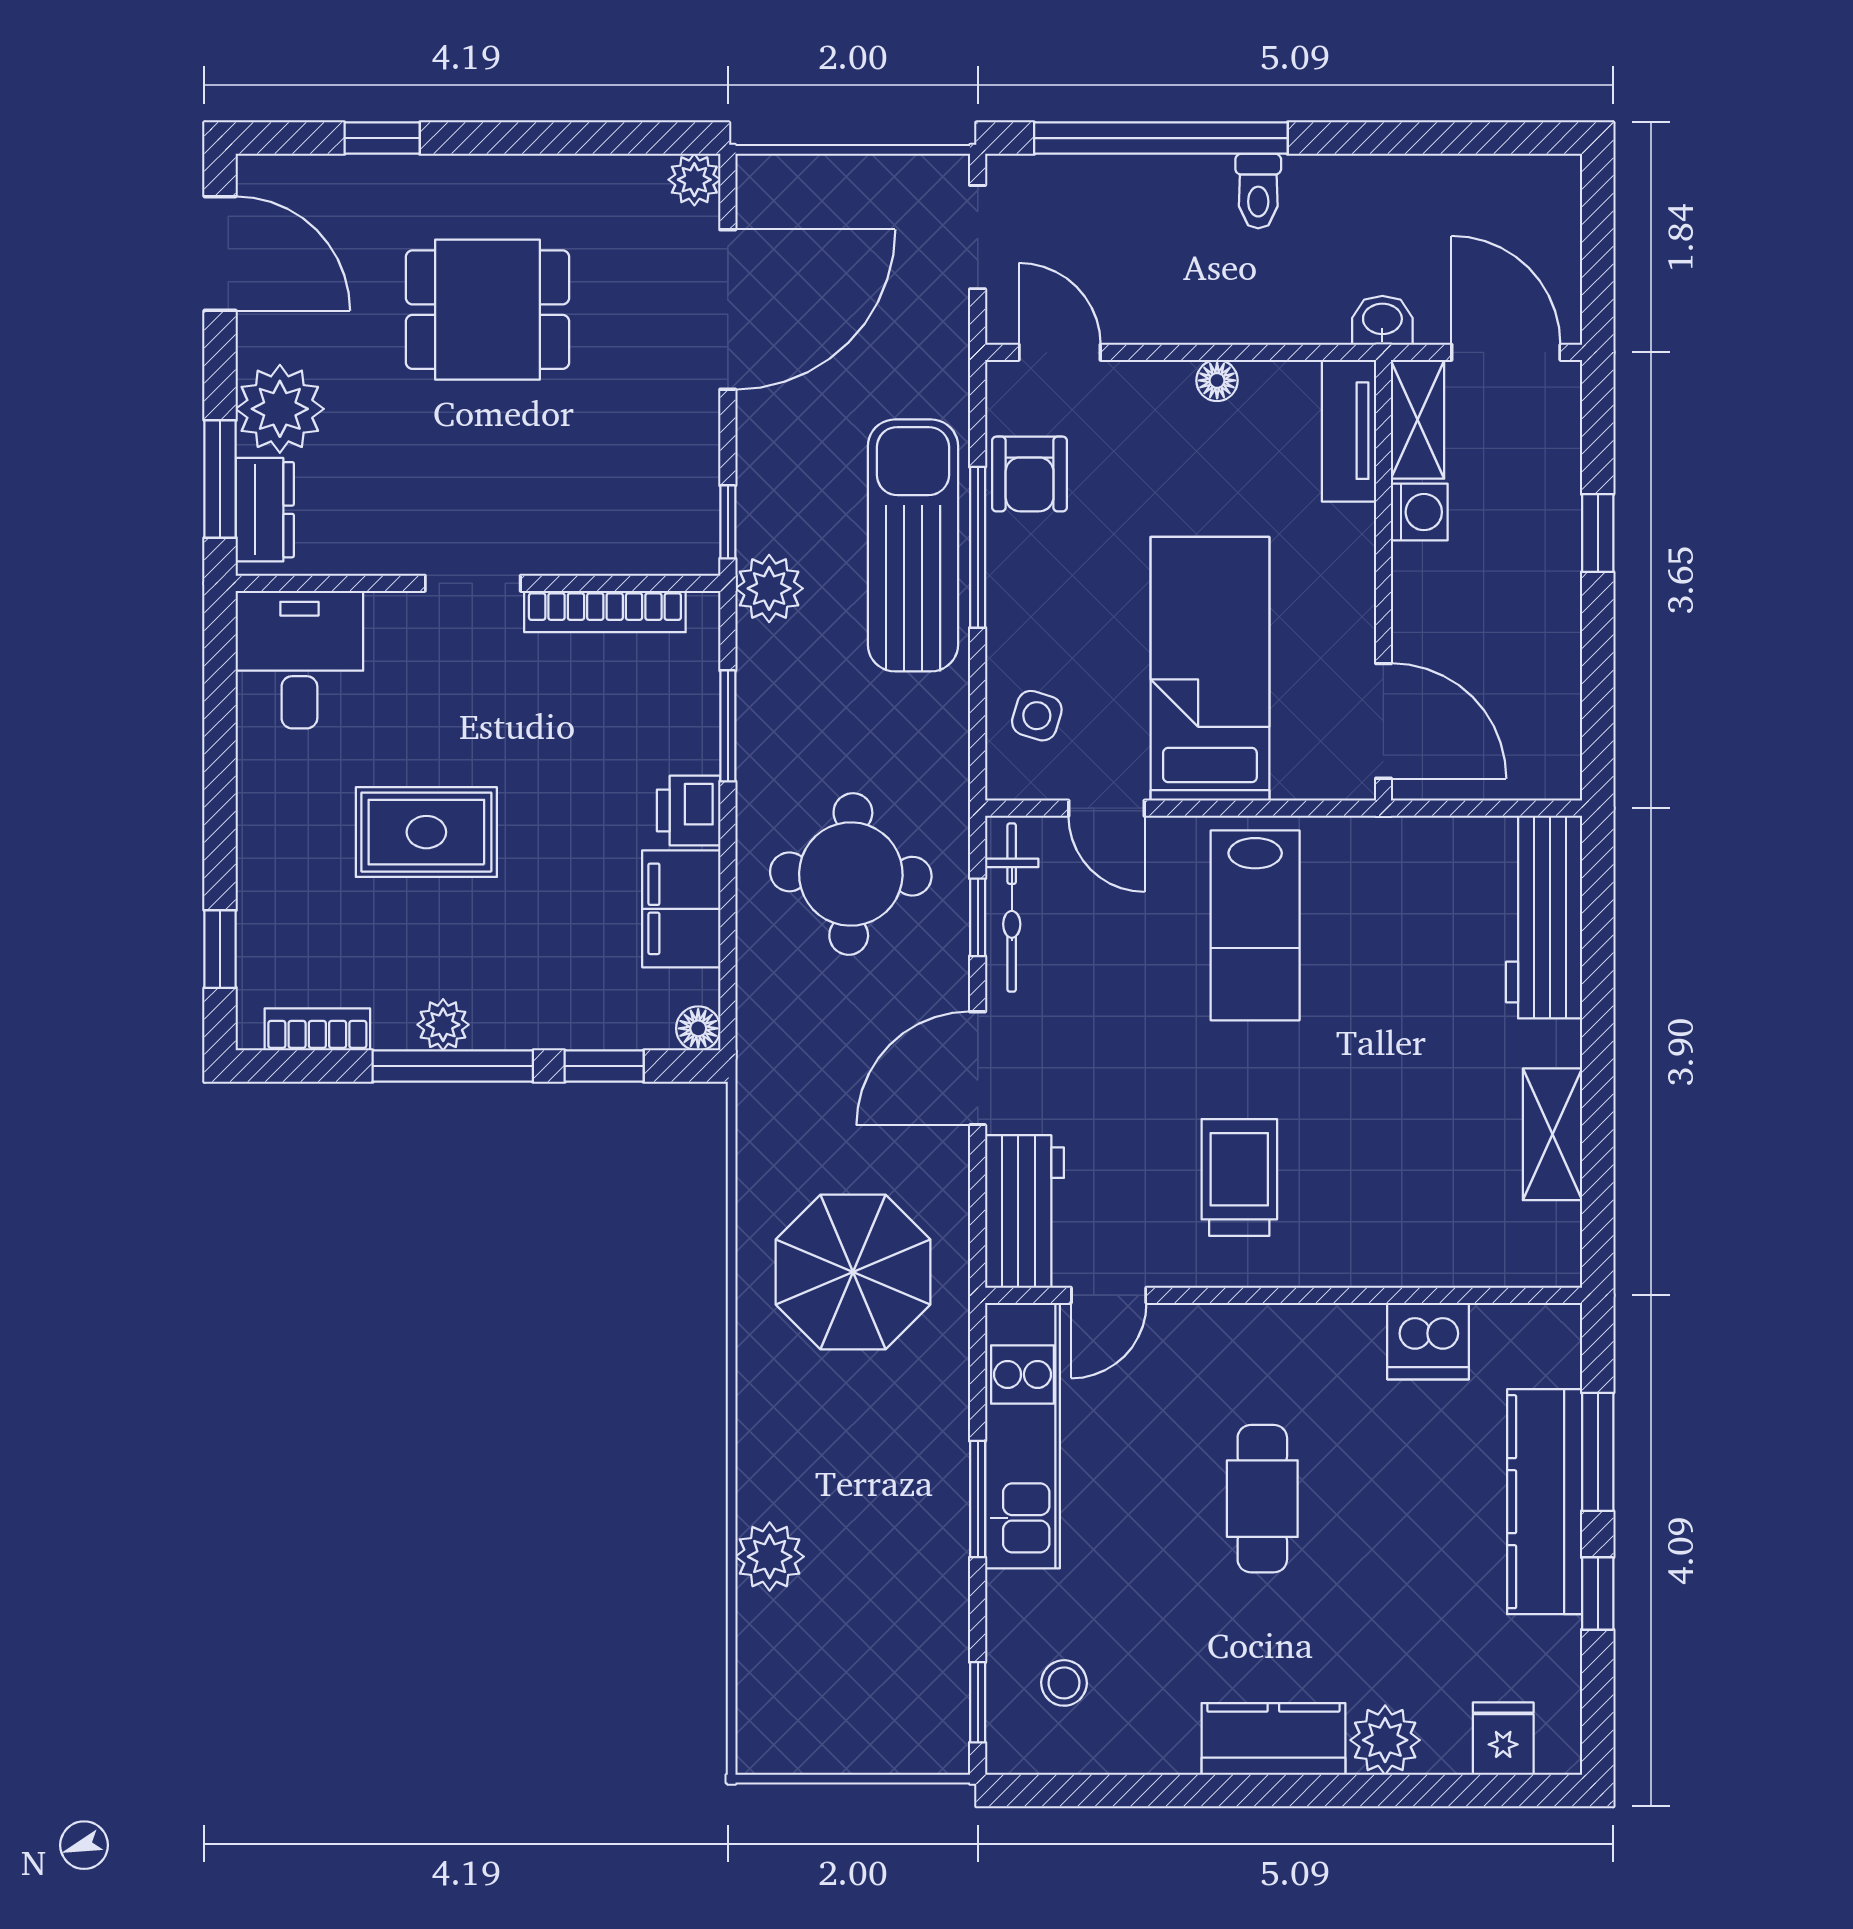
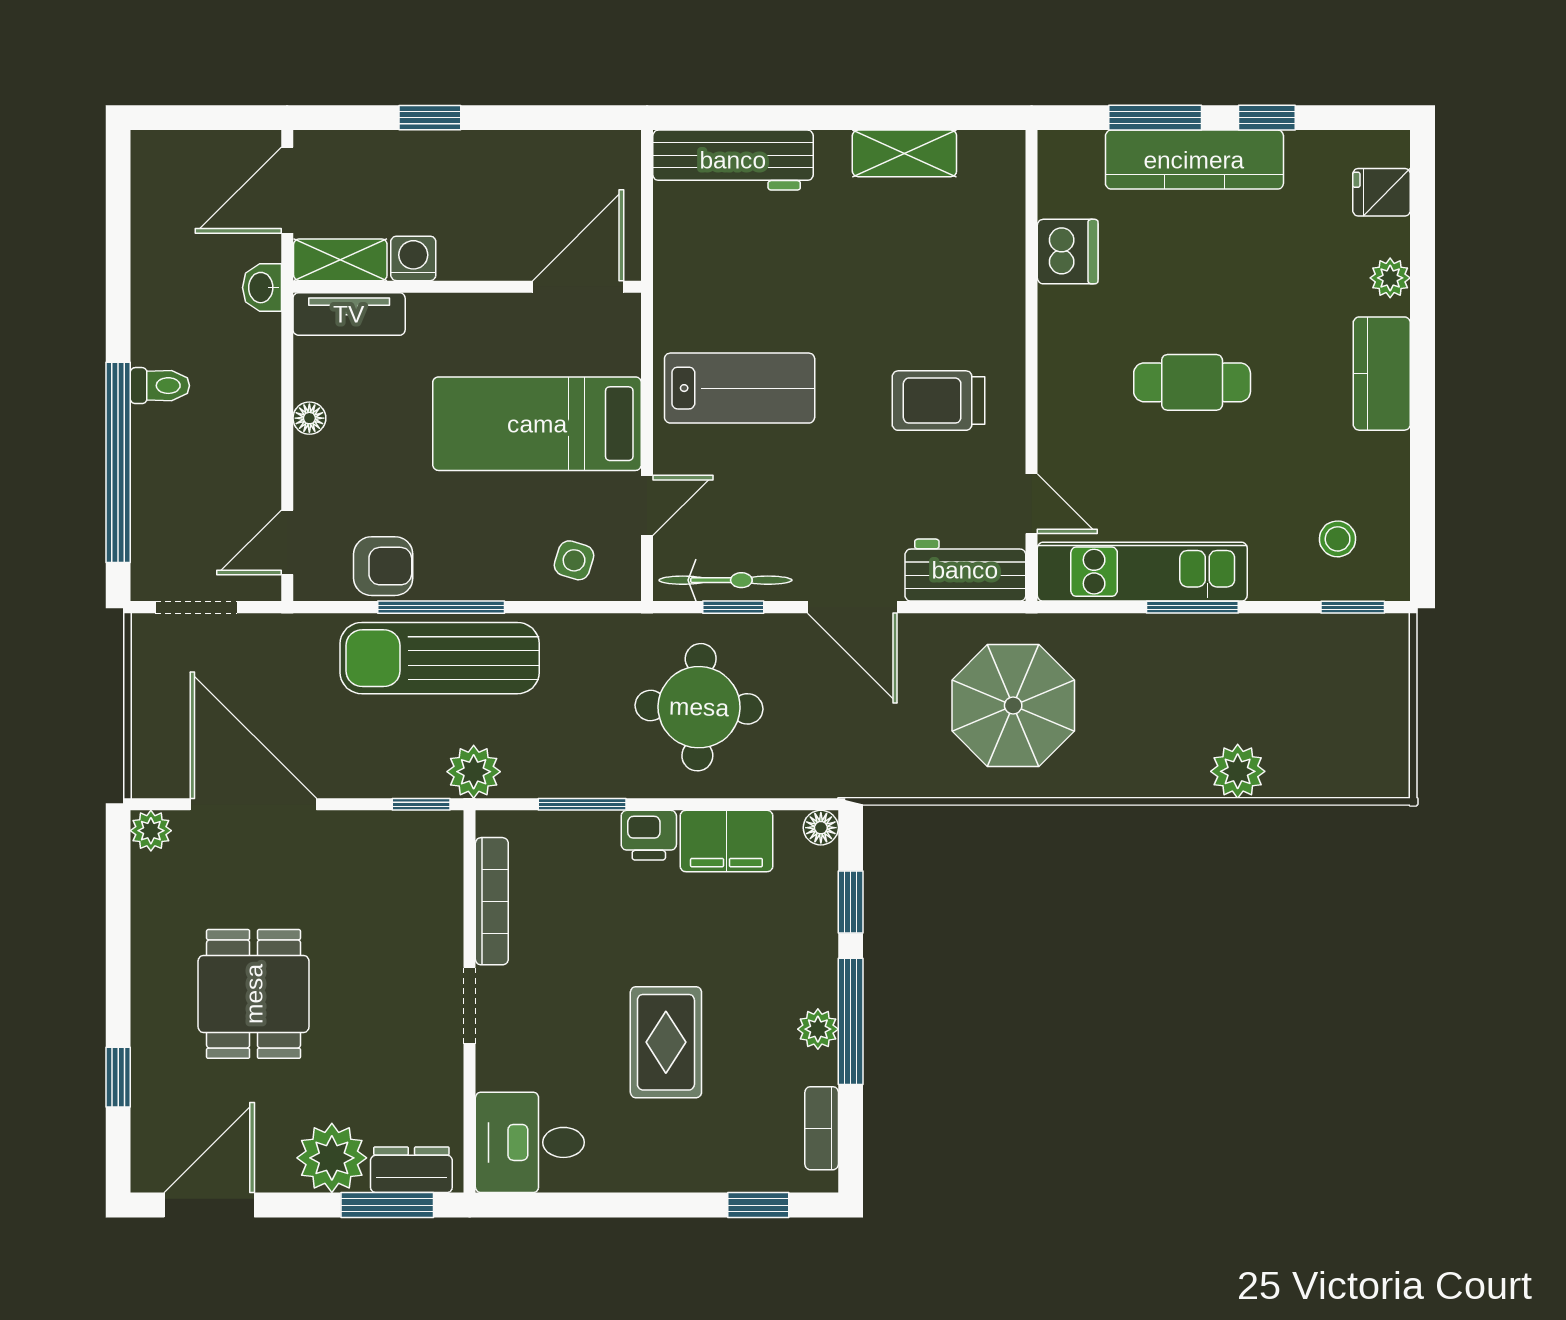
plant: (1385, 1740) -> (1390, 278), width x0.73, depth x0.73

